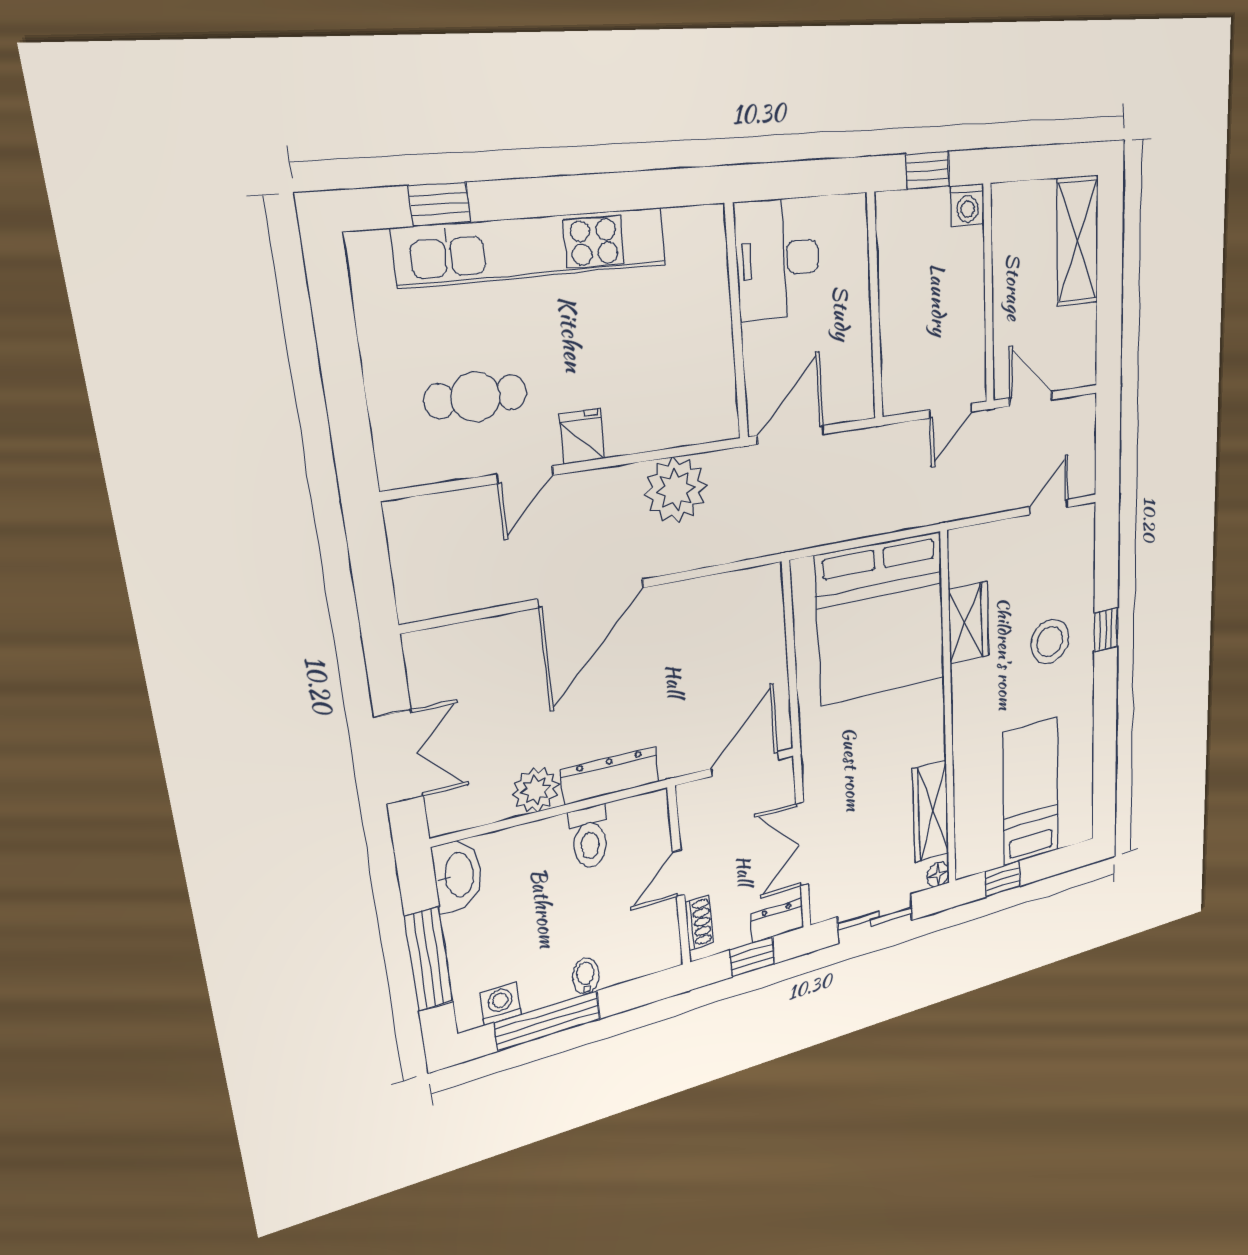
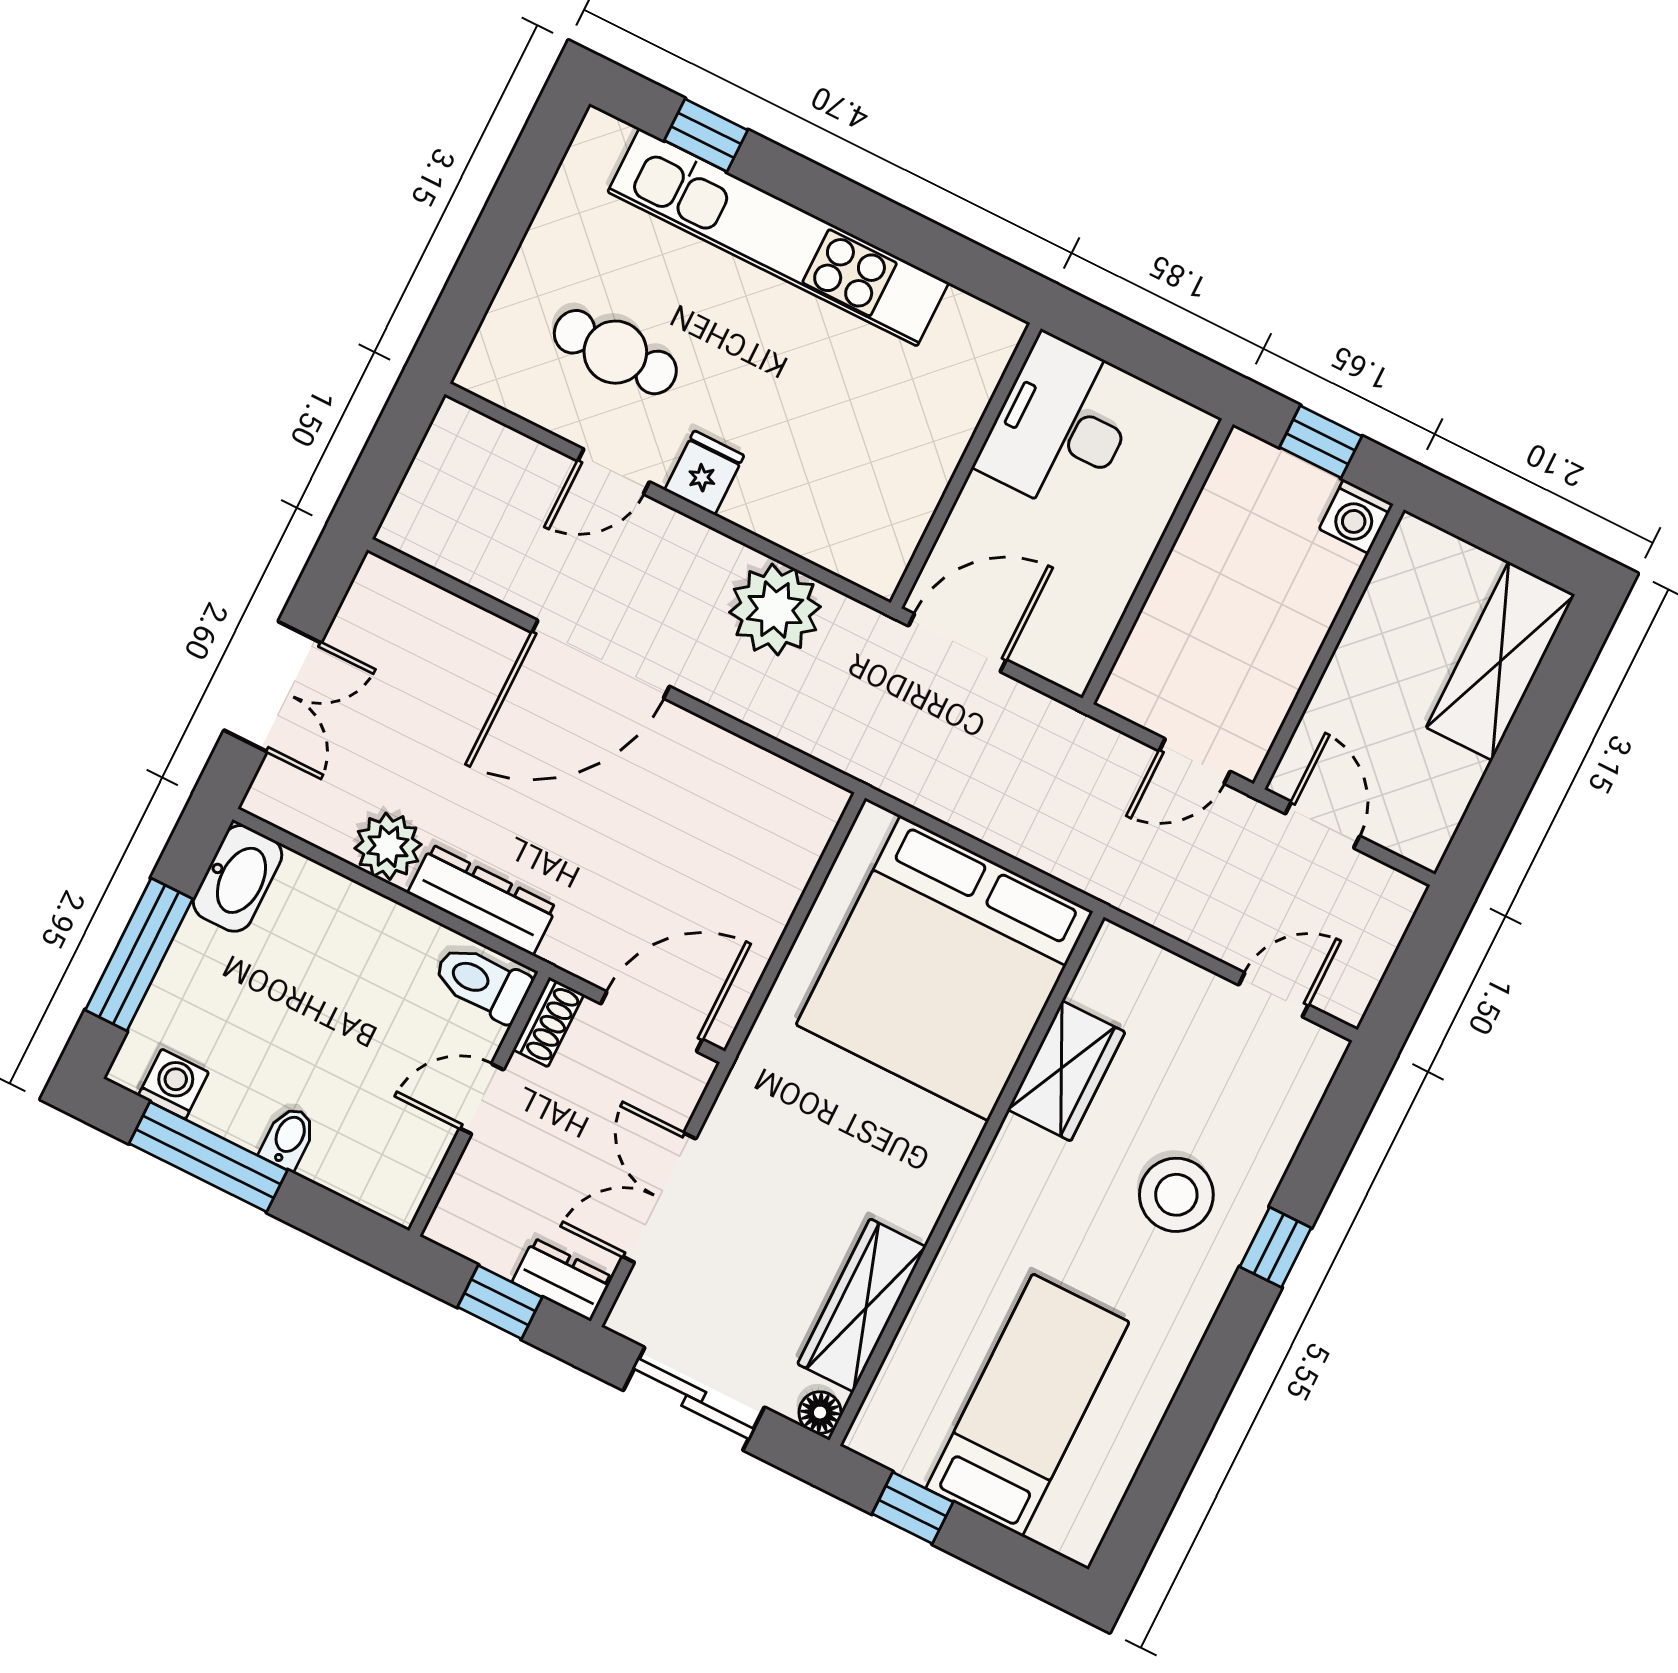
toilet: (589, 837) -> (482, 983), moved, turned 90
shoe rack: (699, 923) -> (548, 1022), moved

